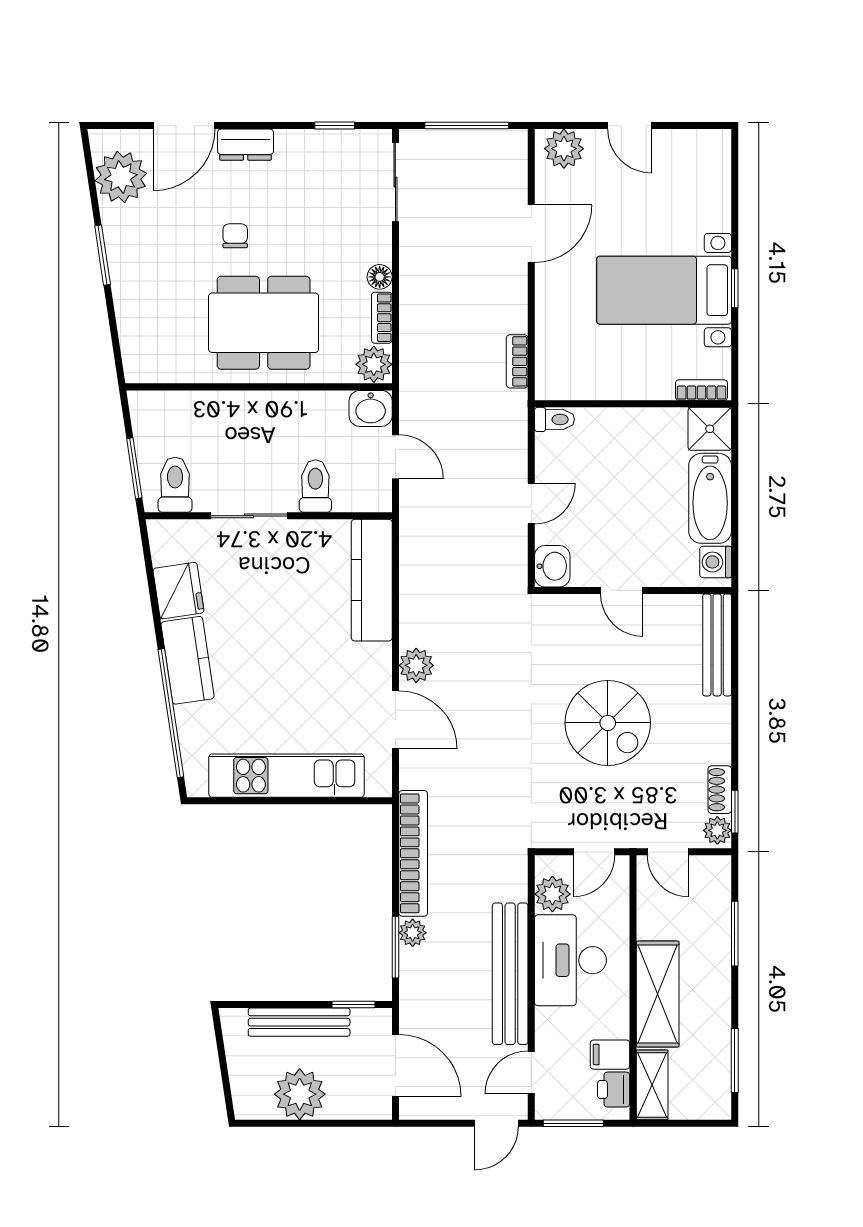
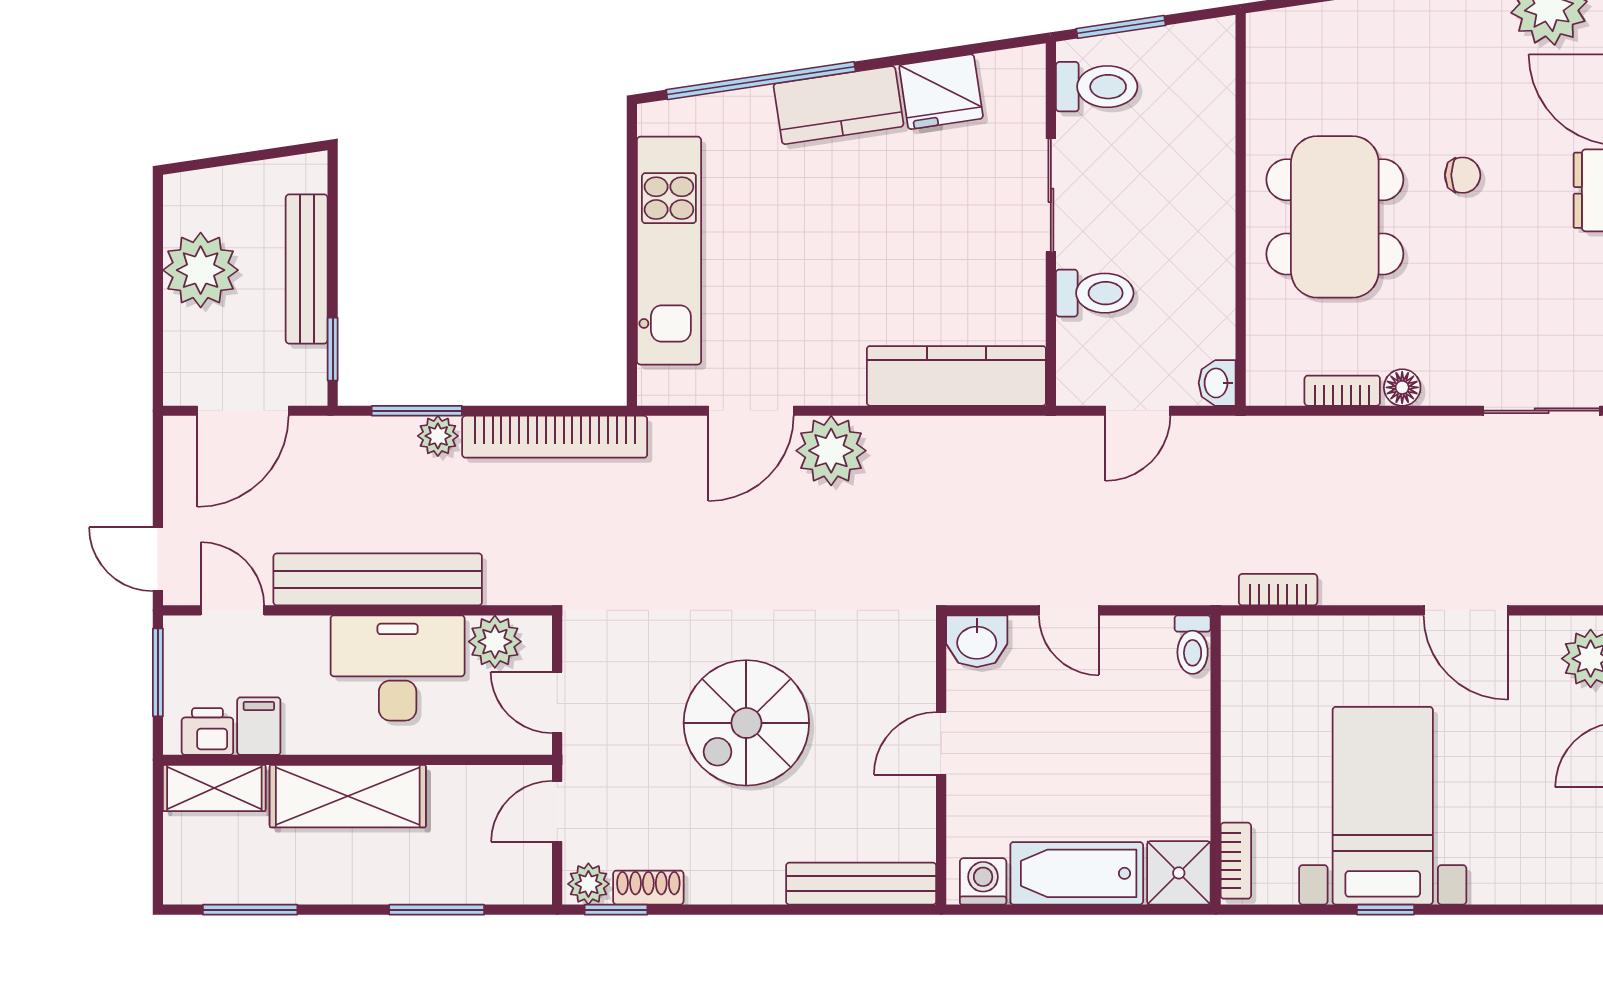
plant: (374, 364) -> (1274, 379), removed
washbasin: (371, 408) -> (1217, 383), width x0.72, depth x0.69
plant: (416, 665) -> (831, 451), width x1.36, depth x1.36

